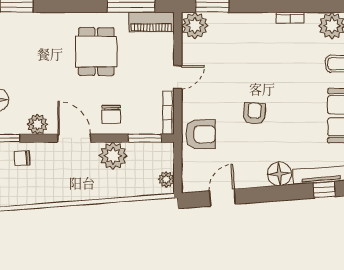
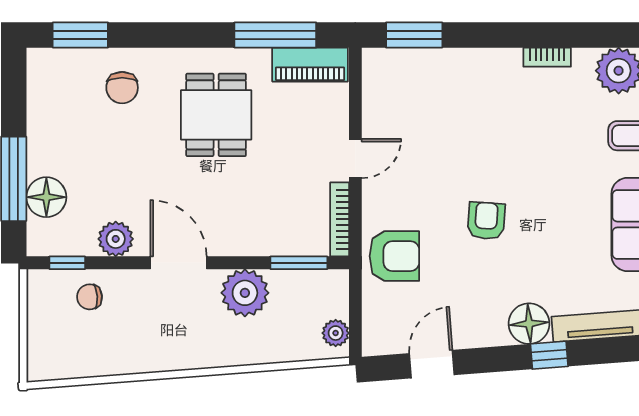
plant: (195, 26) -> (384, 70), removed
chair: (111, 114) -> (122, 88), moved
window: (324, 190) -> (549, 355), moved

